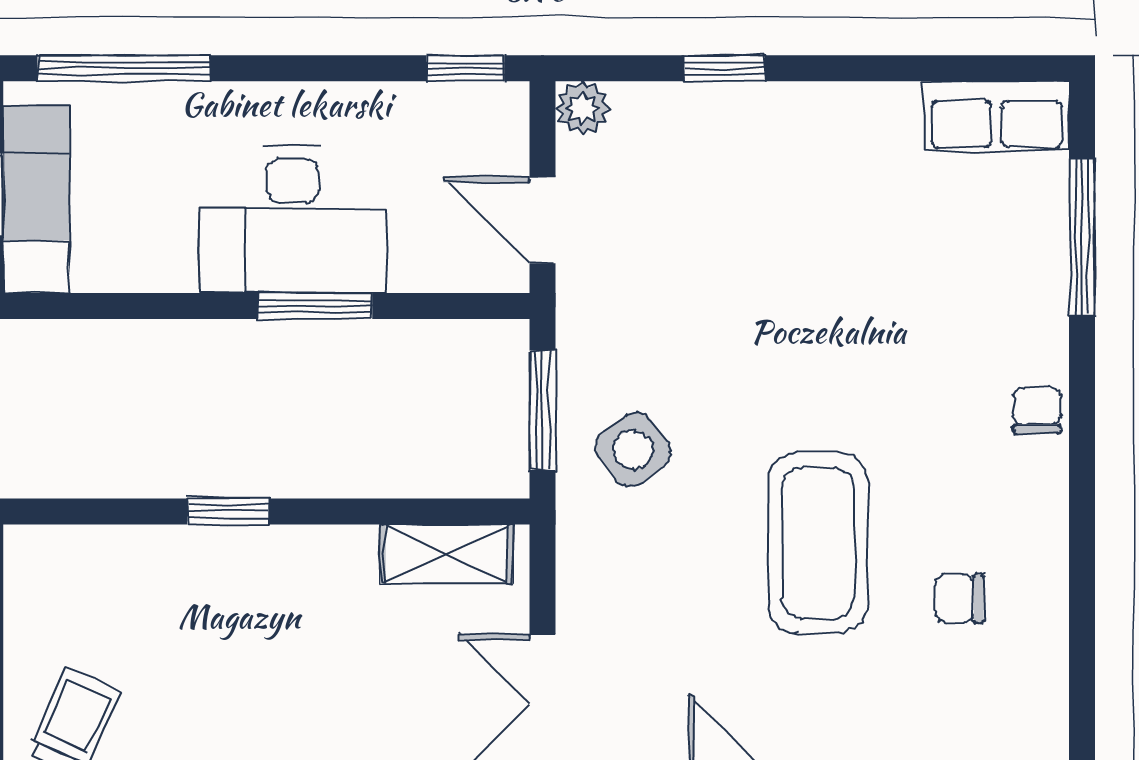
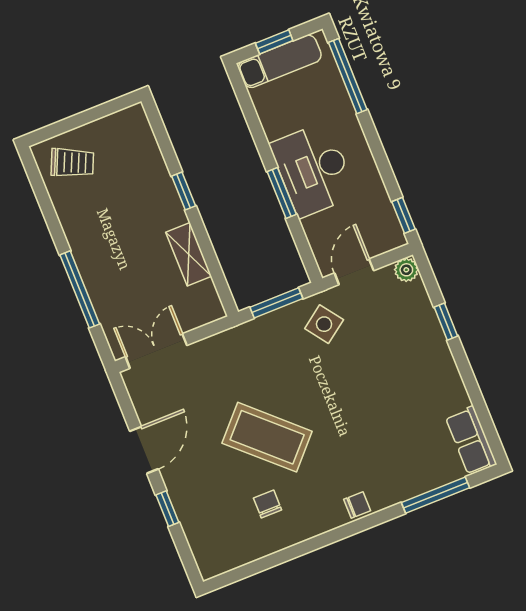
side table: (633, 450) -> (324, 324), moved
coffee table: (818, 543) -> (267, 437), turned 43
shelving: (446, 554) -> (189, 254), moved

